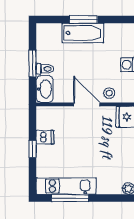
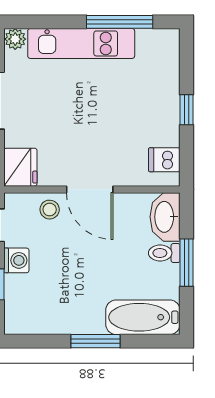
bathtub: (83, 33) -> (143, 317), moved
dishwasher: (45, 137) -> (164, 160), moved
kitchen unit: (66, 186) -> (81, 43), moved

